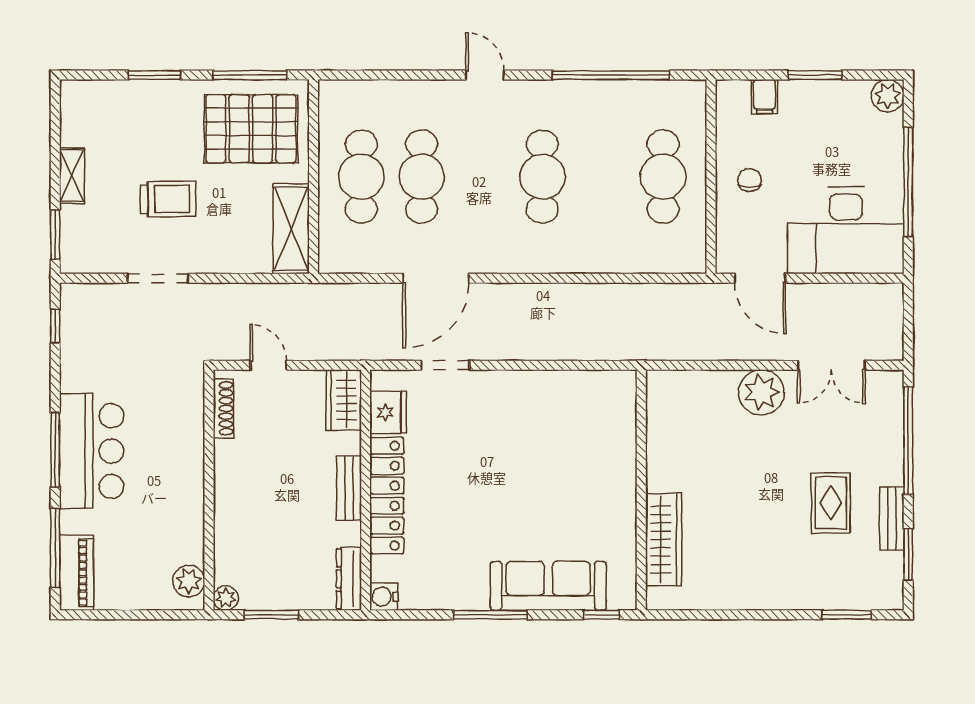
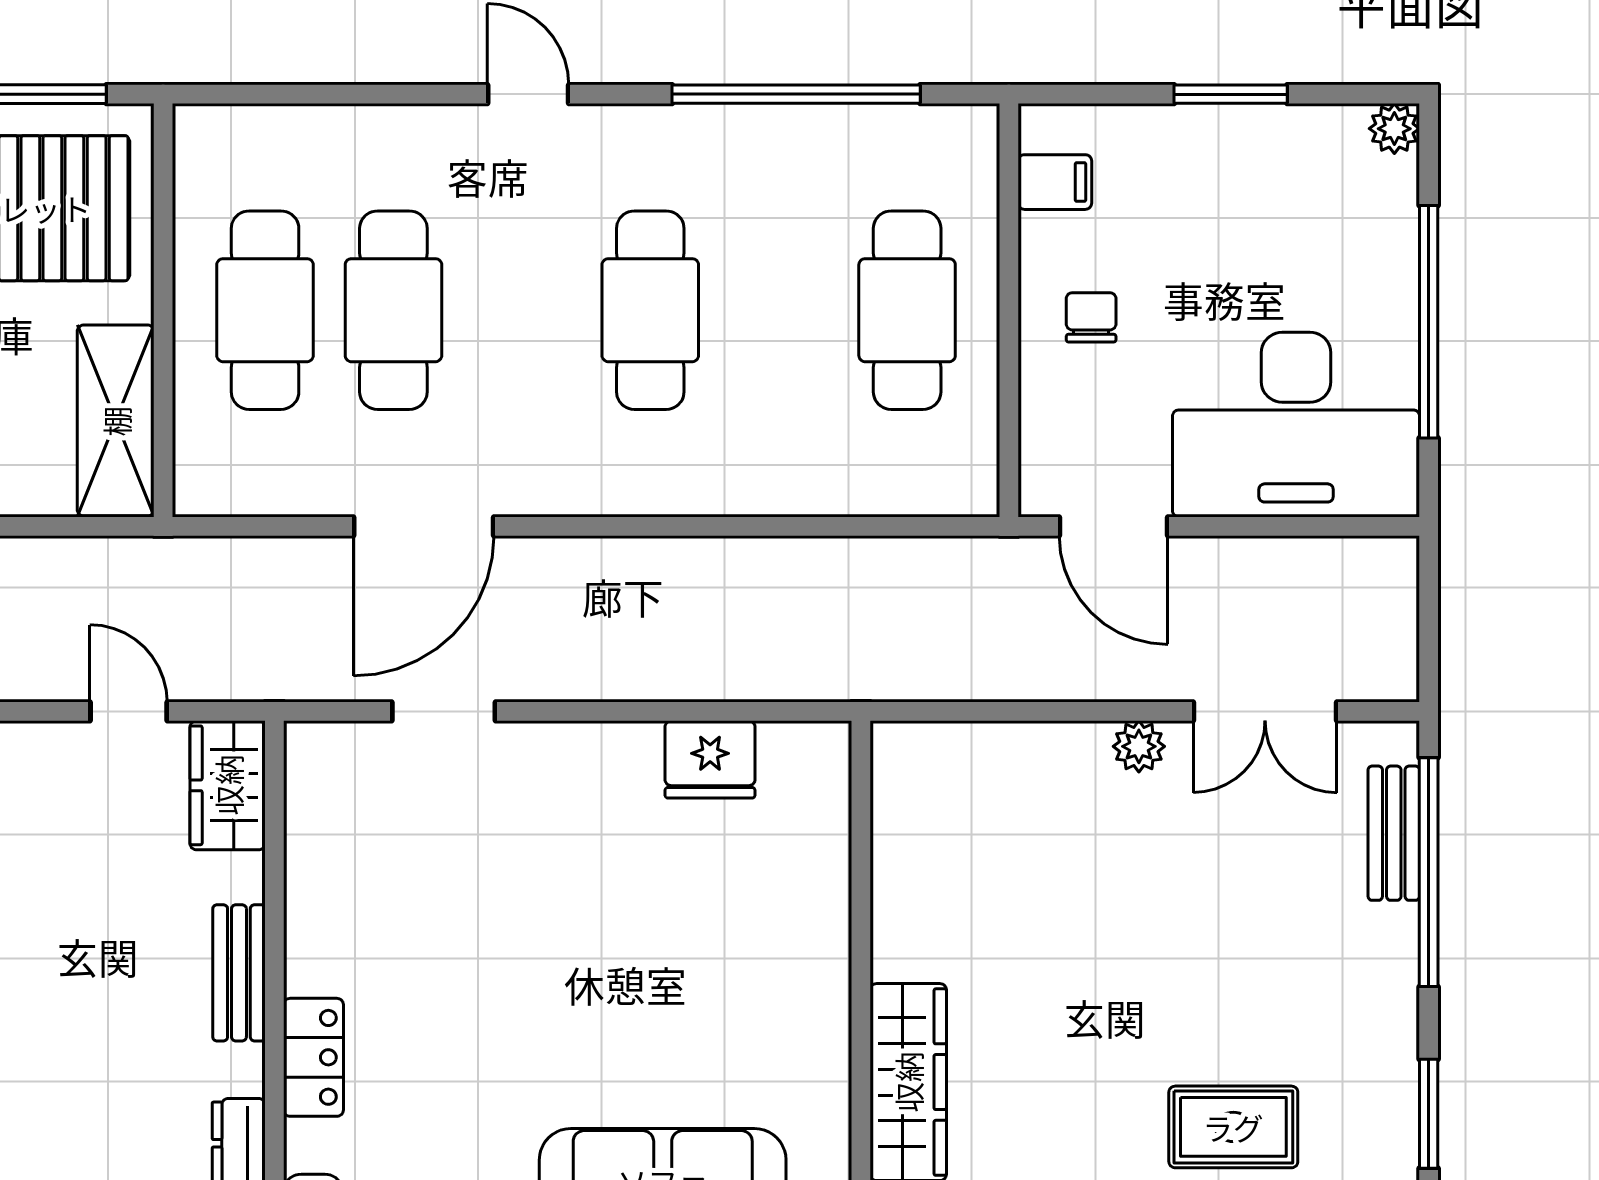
plant: (888, 96) -> (1394, 129), width x0.73, depth x0.73
filing cabinet: (764, 97) -> (1055, 182), moved, turned -90
door: (268, 365) -> (129, 711), moved
plant: (761, 392) -> (1139, 746), width x0.53, depth x0.53
fridge: (388, 412) -> (710, 759), moved, turned 90
locker: (387, 496) -> (313, 1057), width x0.46, depth x0.83
rug: (831, 503) -> (1233, 1127), moved, turned 90
bench: (892, 519) -> (1394, 833), moved

